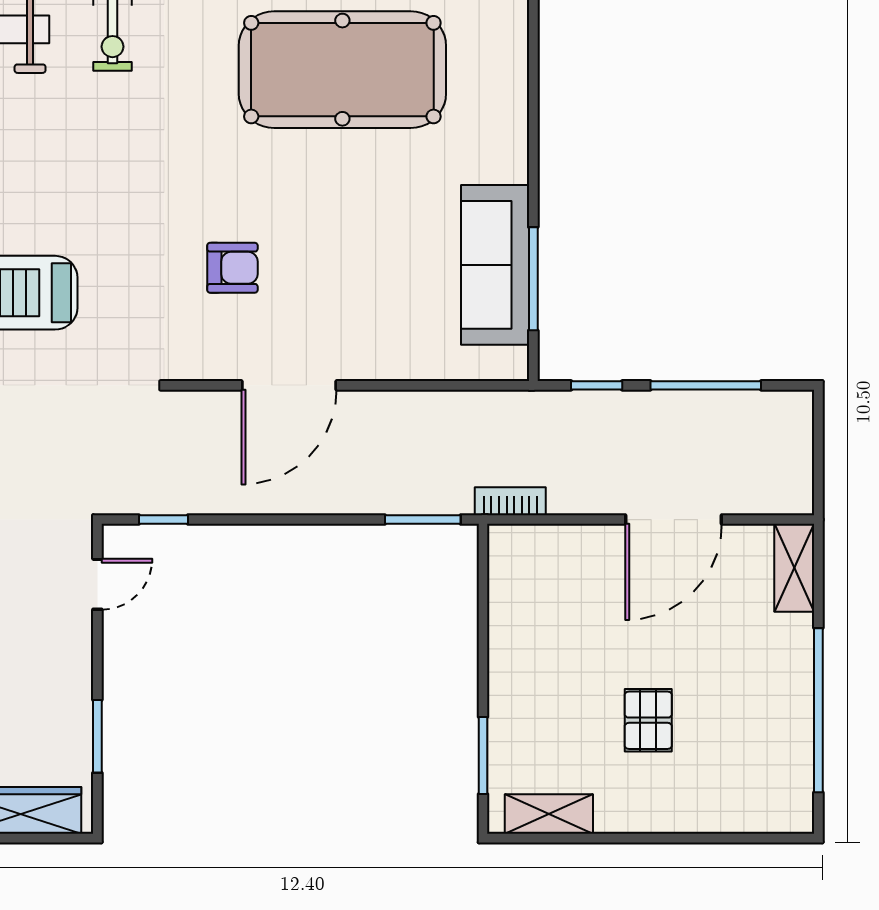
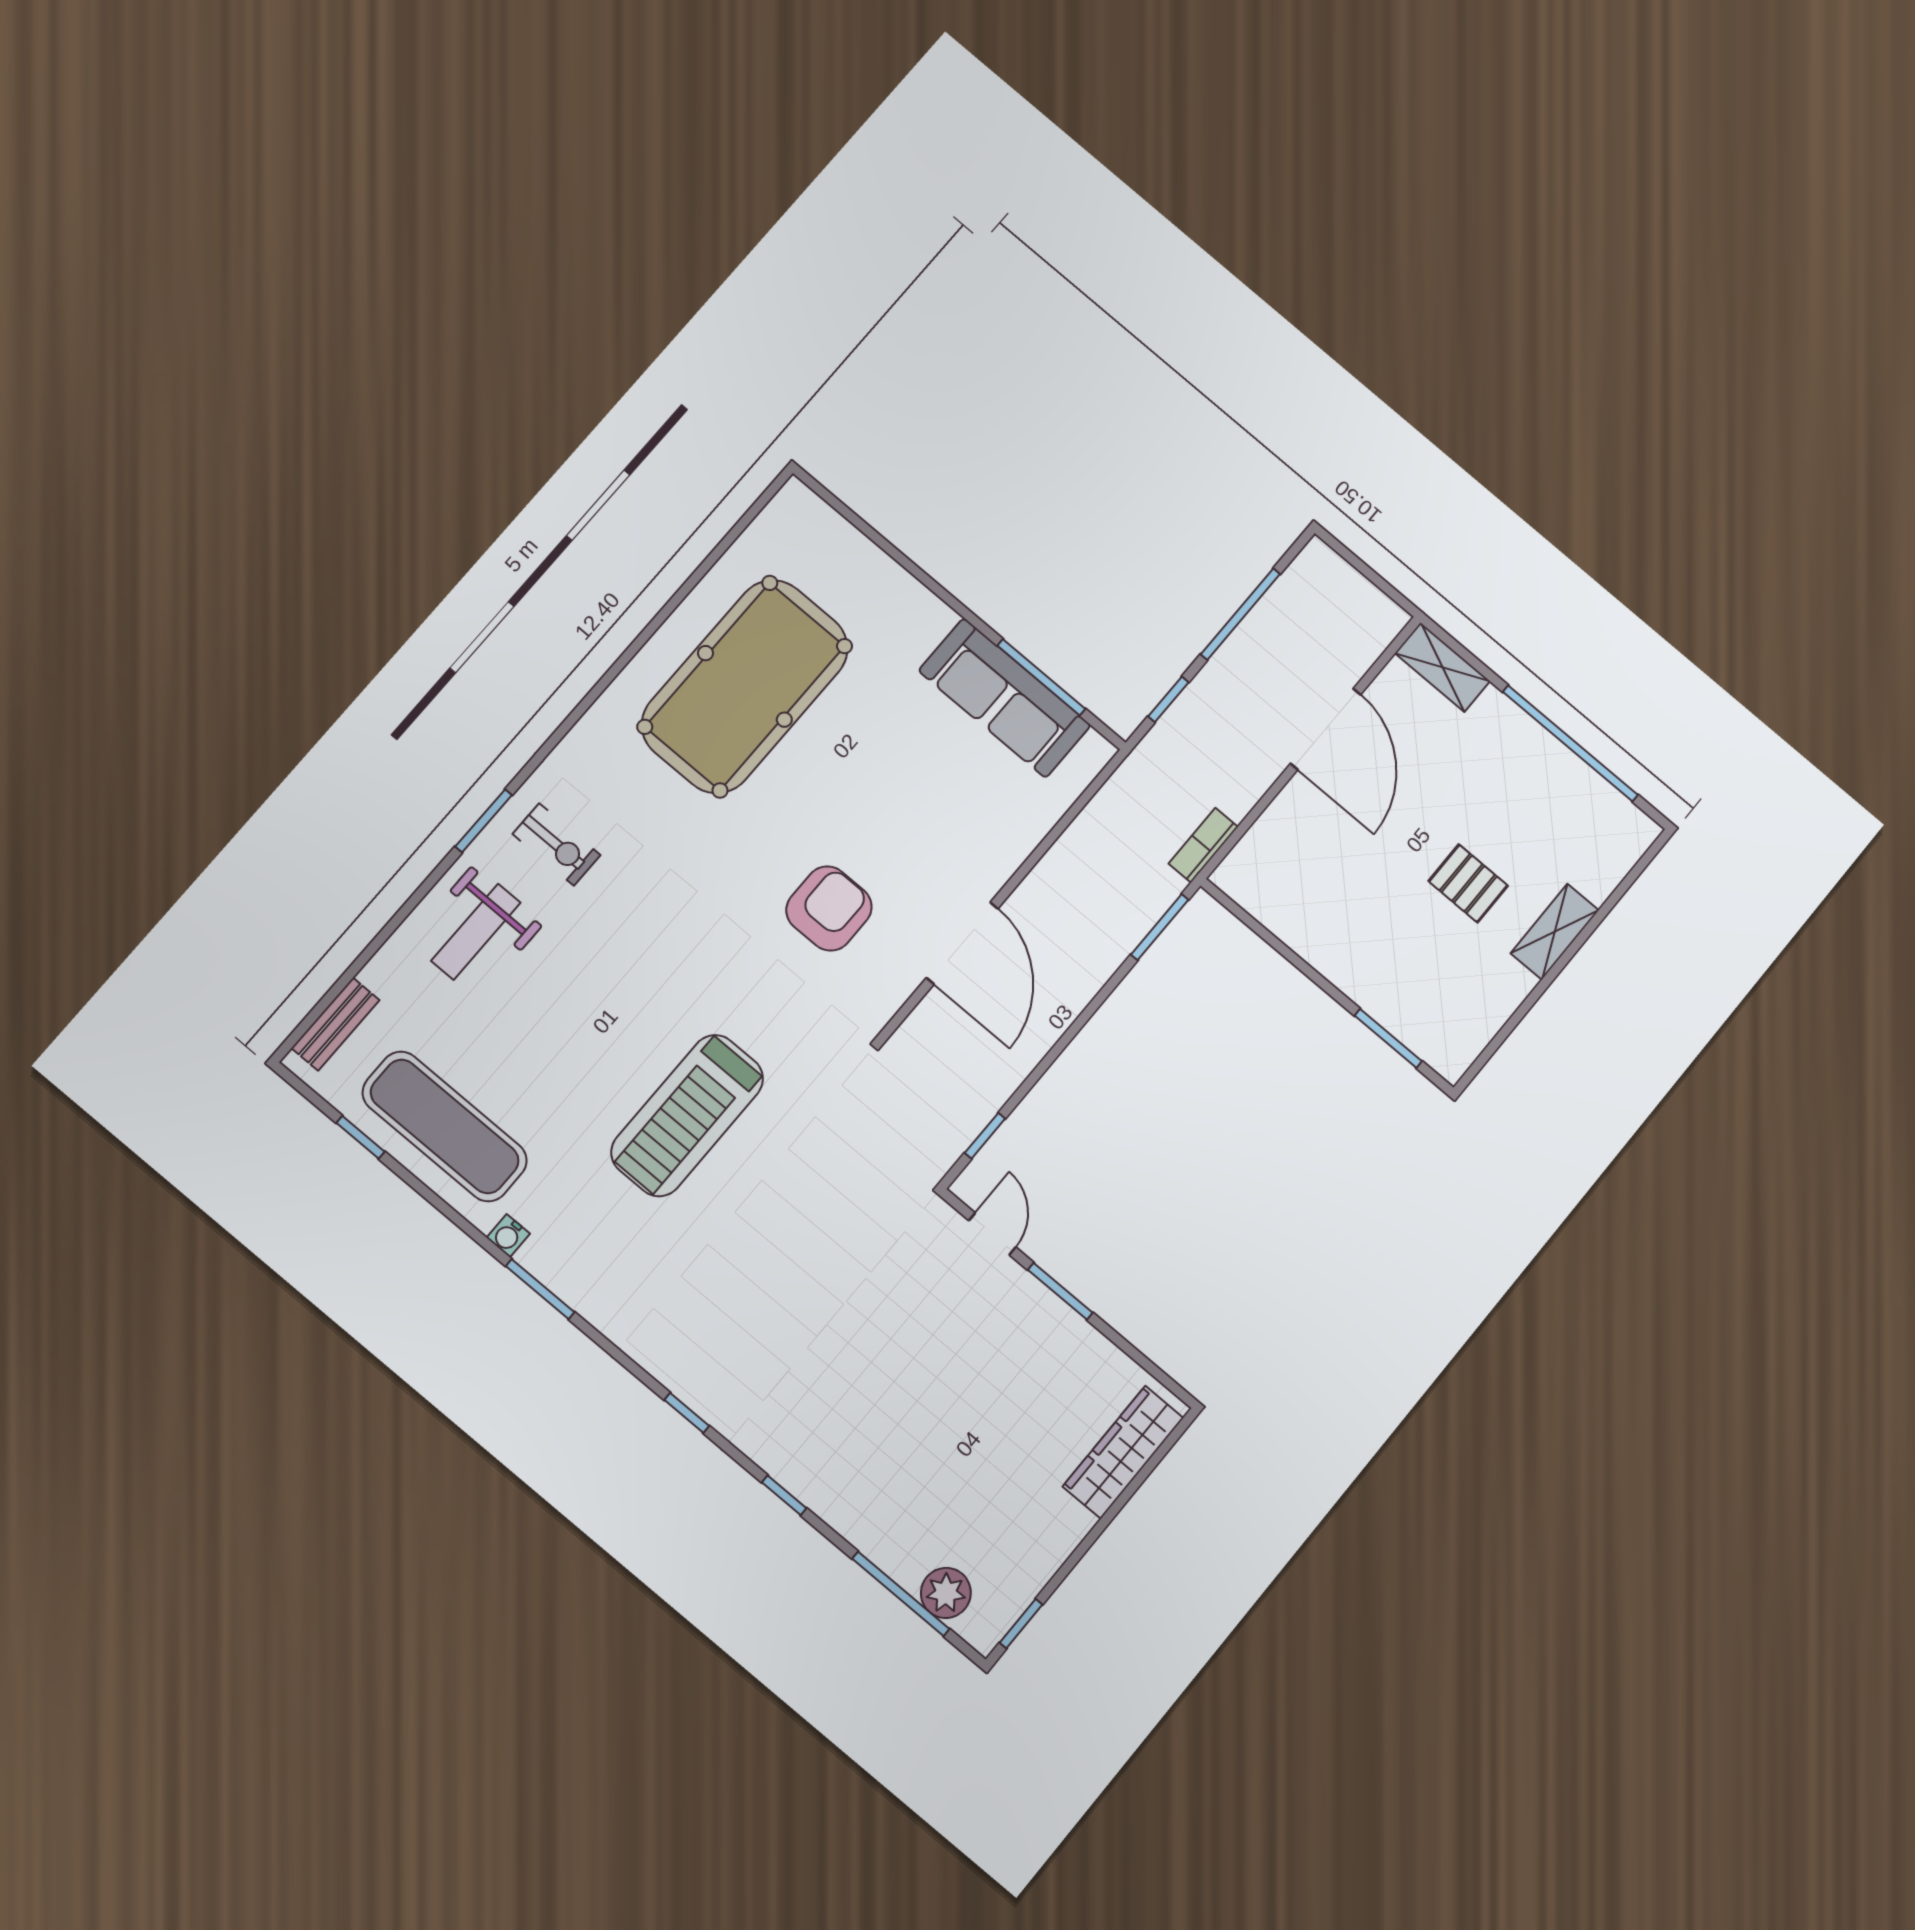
armchair: (232, 268) -> (829, 908), width x1.38, depth x1.38
window: (97, 736) -> (1060, 1291), moved
shelving: (549, 814) -> (1555, 932), moved

